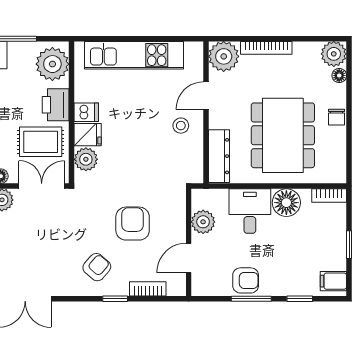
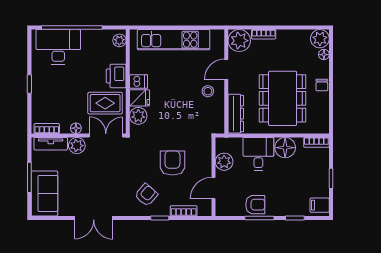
bookcase: (266, 48) -> (264, 34), width x0.64
plant: (52, 64) -> (119, 40), width x0.53, depth x0.53

